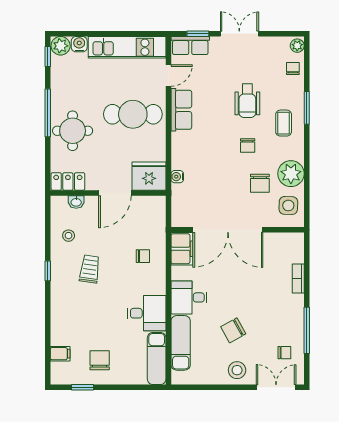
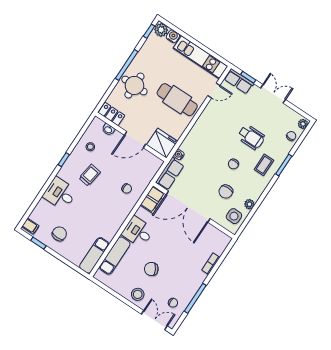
wheelchair: (247, 101) -> (251, 137), turned -90
row of seats: (181, 110) -> (170, 174), moved
plant: (291, 174) -> (249, 204), width x0.53, depth x0.53
desk: (147, 313) -> (60, 194), moved, turned 180
filing cabinet: (60, 354) -> (30, 226), moved

